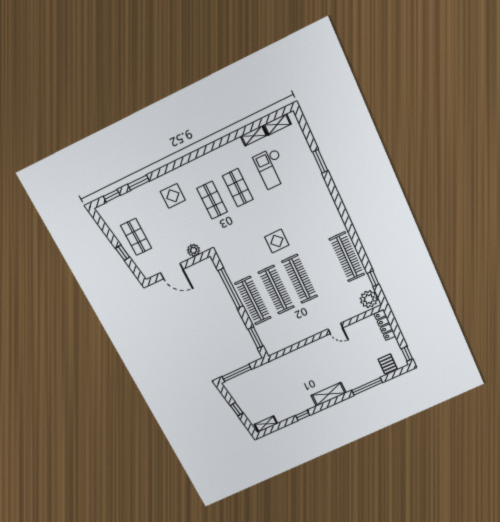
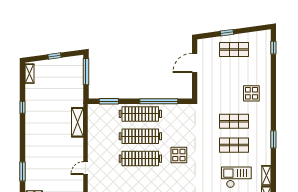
window: (139, 183) -> (273, 139), moved
plant: (194, 250) -> (203, 88), removed
window: (367, 386) -> (22, 172), width x0.69
shelving: (329, 394) -> (78, 122), moved

